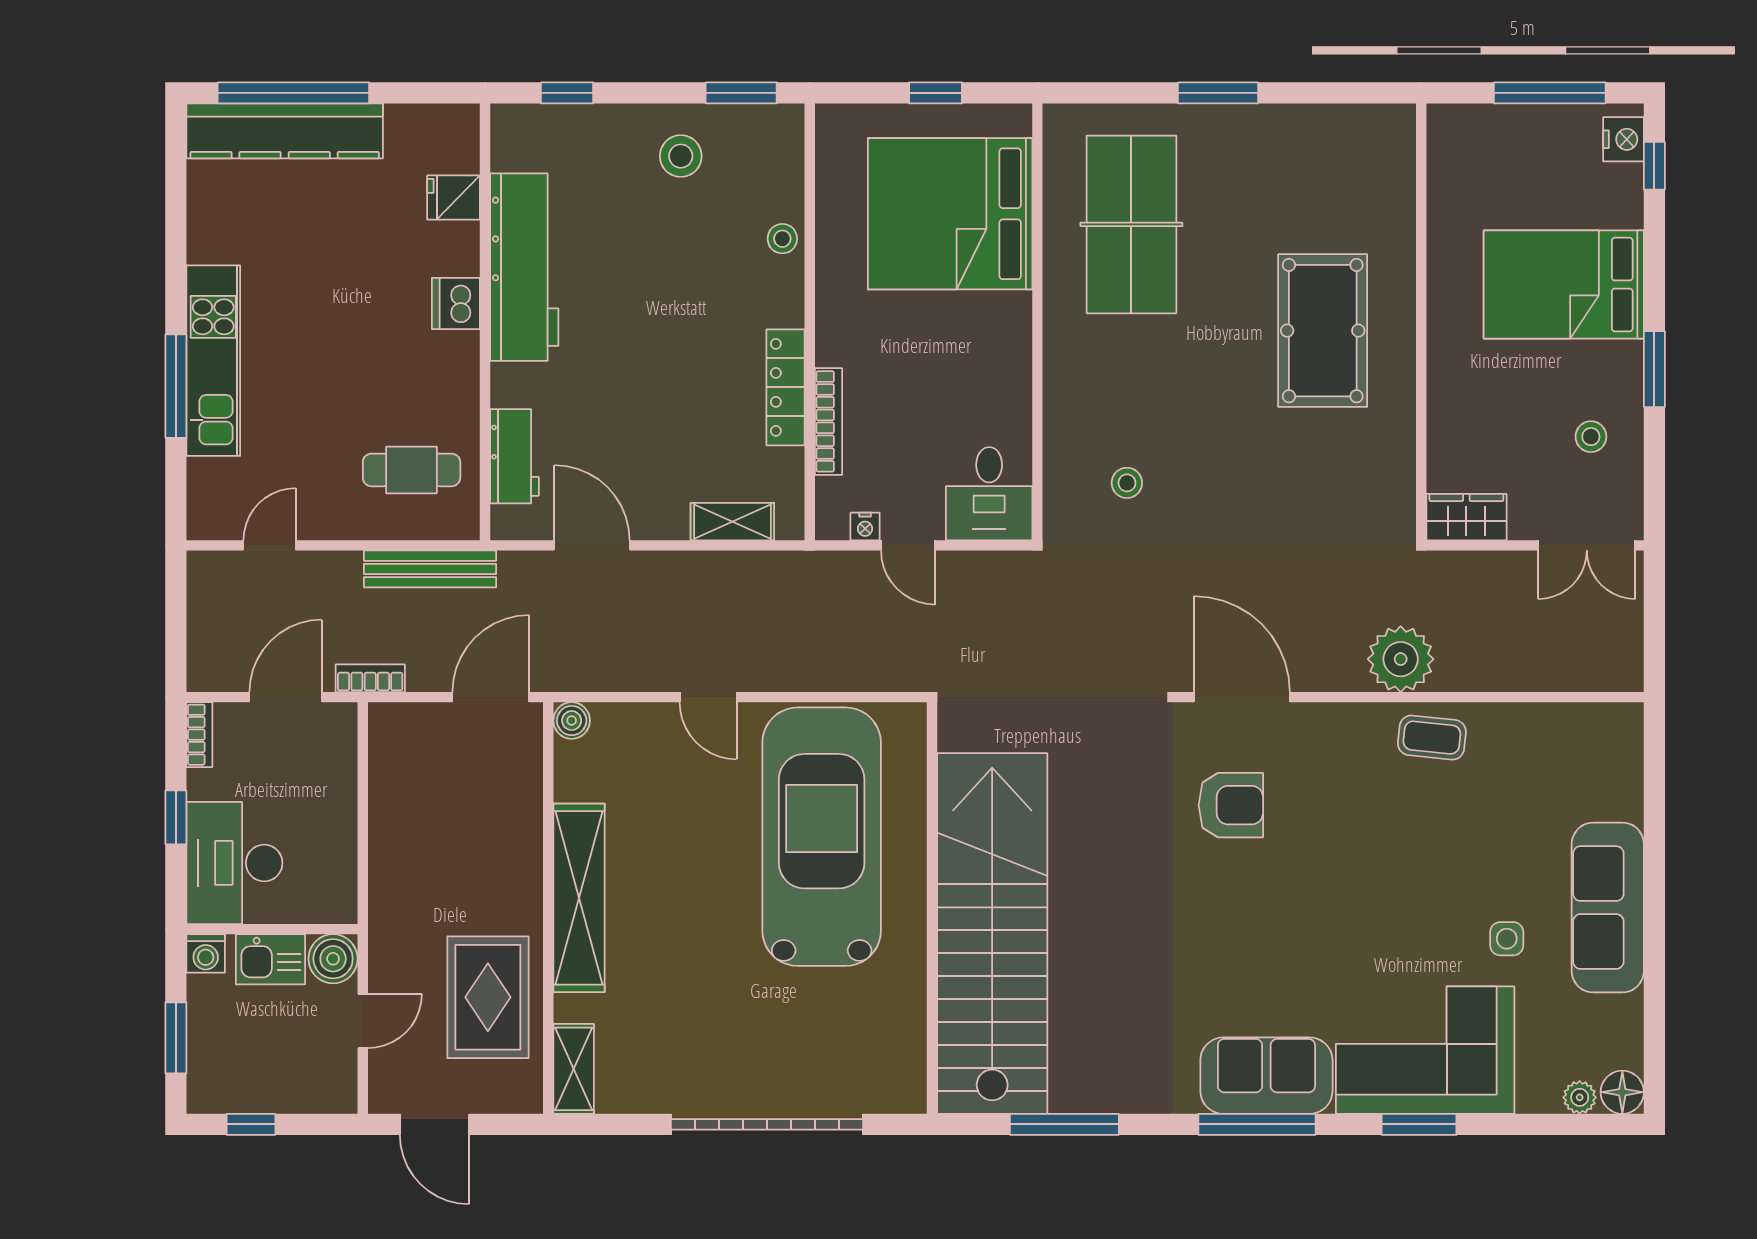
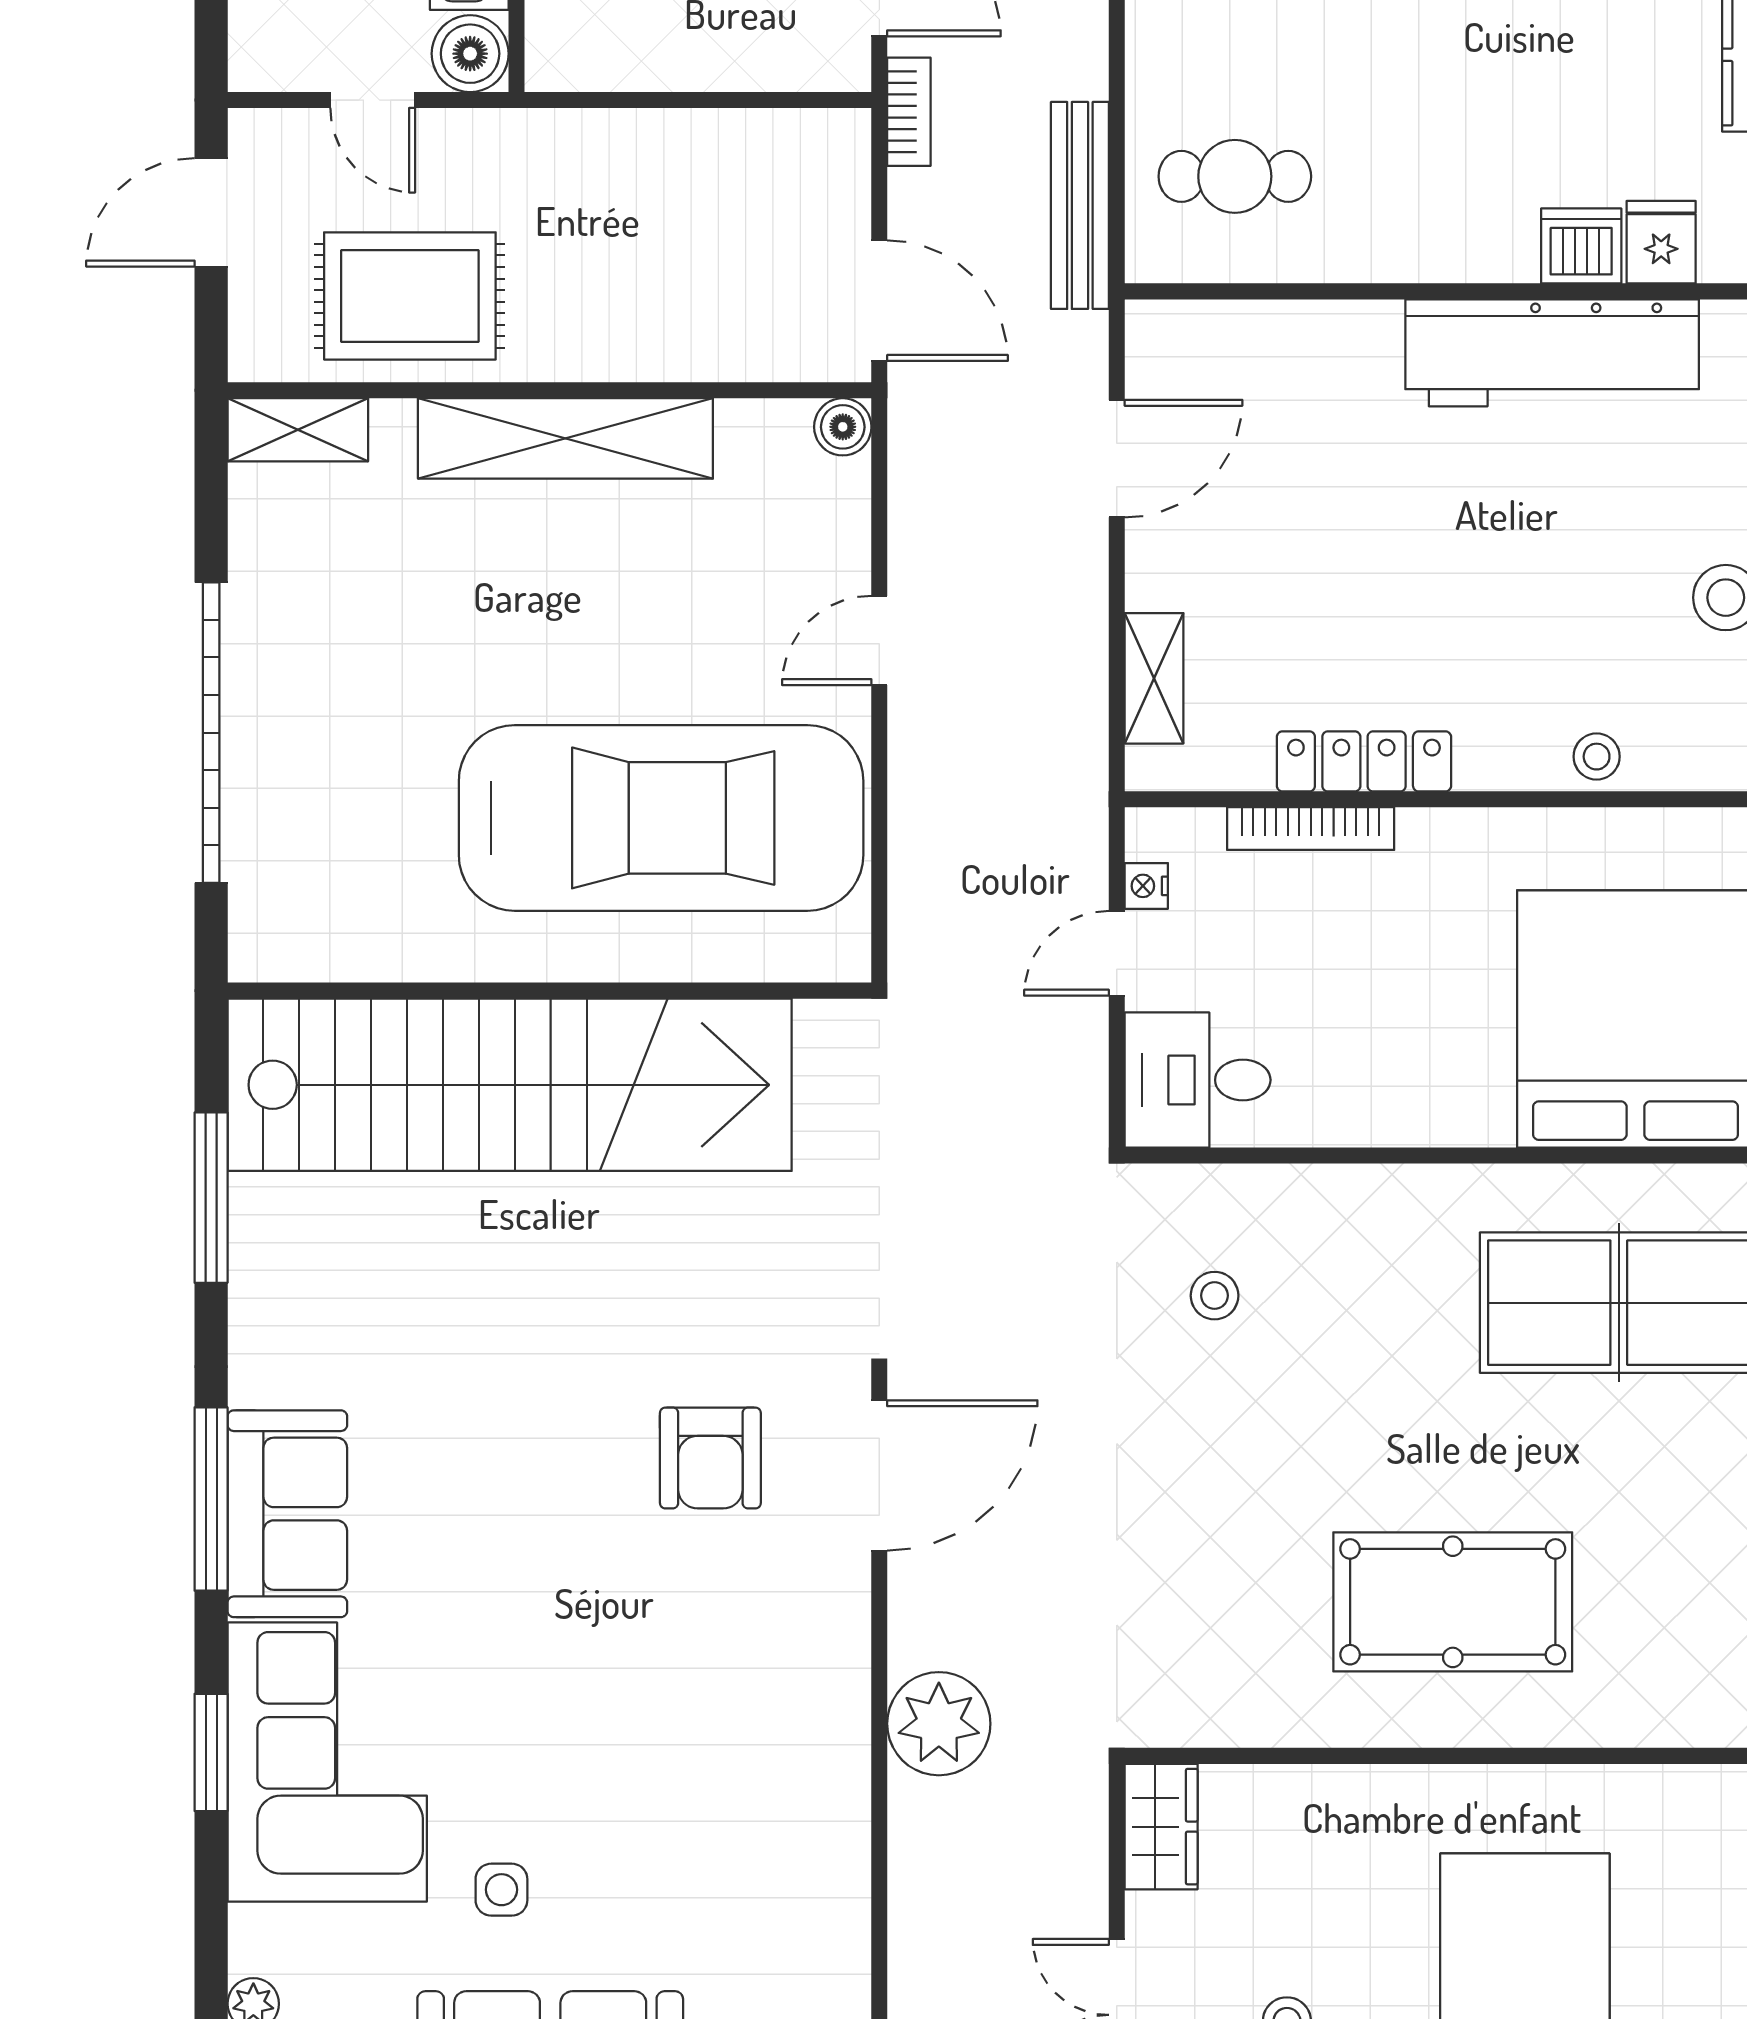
dishwasher: (456, 303) -> (1581, 246), moved
workbench: (514, 456) -> (1256, 337), removed
cafe table: (412, 470) -> (1235, 176), turned 90
coffee table: (1432, 738) -> (816, 1773), removed

